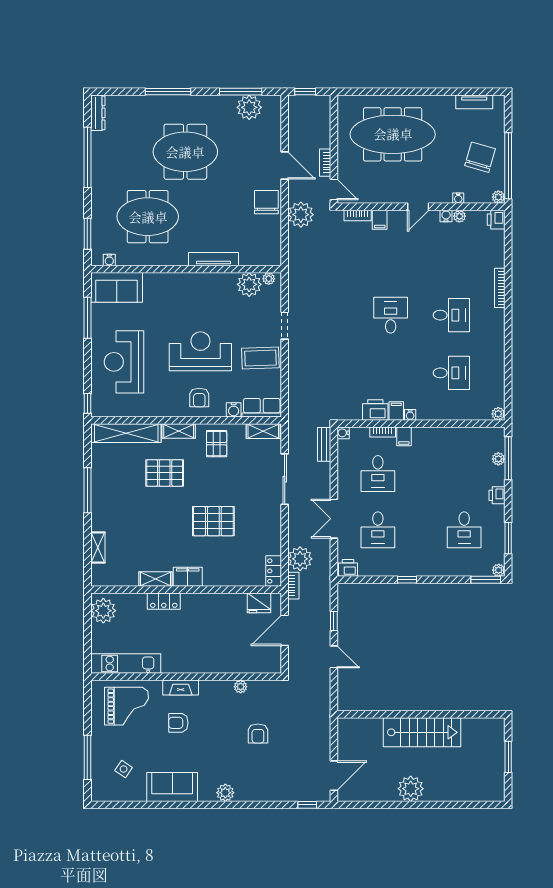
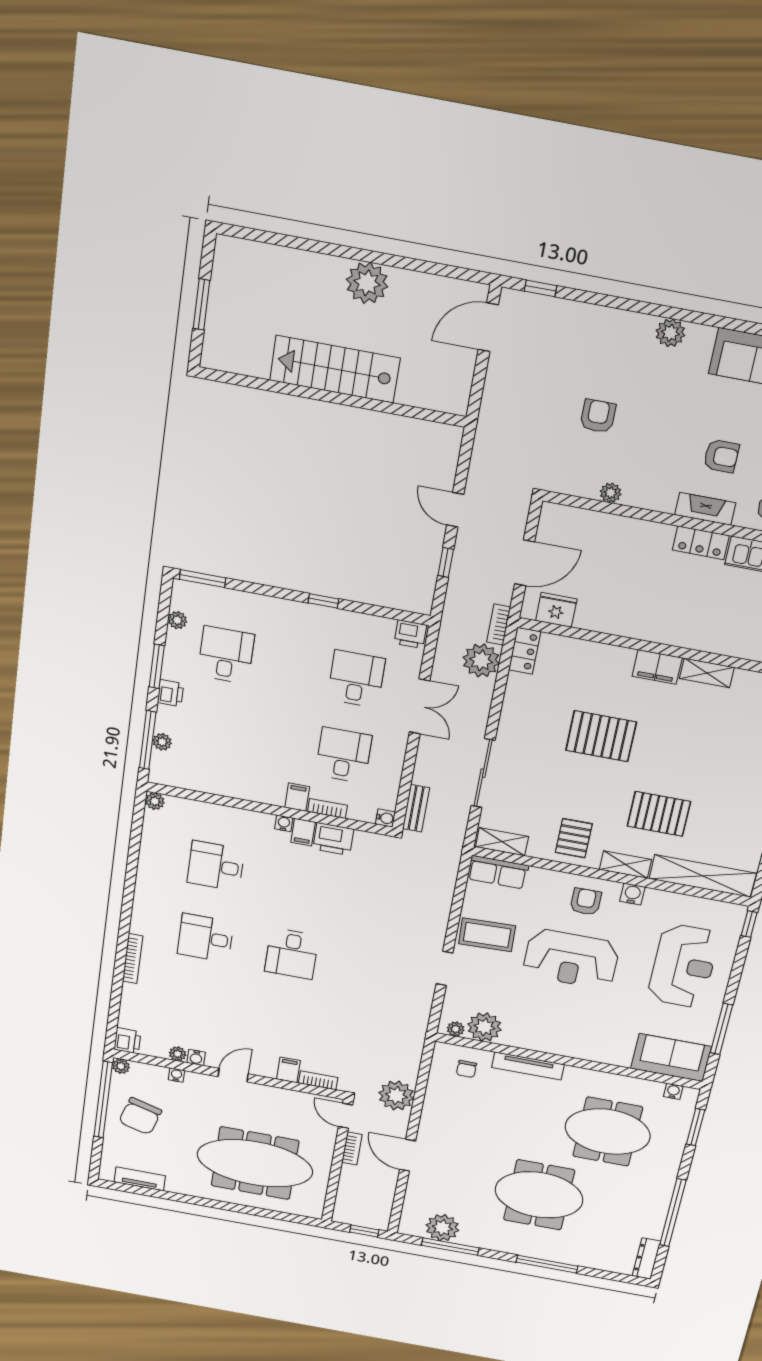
chair: (266, 202) -> (466, 1069), moved, width x0.54, depth x0.54
water cooler: (234, 410) -> (632, 894), moved
window: (508, 538) -> (157, 666), moved
plant: (499, 570) -> (177, 620), moved
locker: (164, 601) -> (701, 543), moved, turned 180

